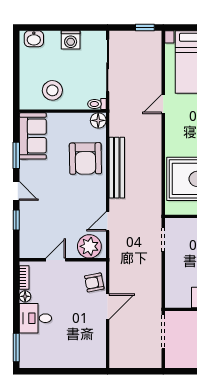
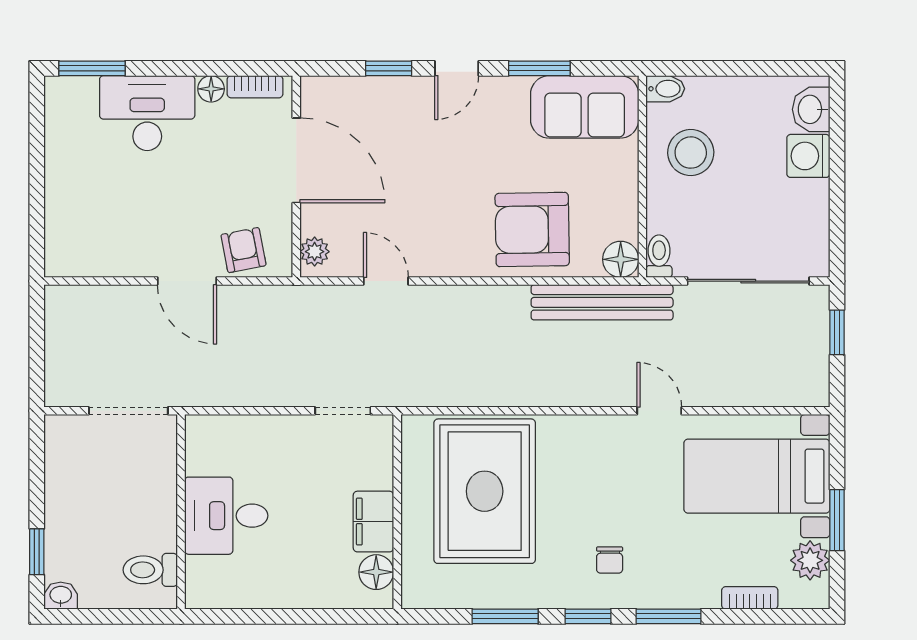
window: (145, 28) -> (837, 332), moved
washing machine: (71, 40) -> (808, 156), moved
bidet: (25, 101) -> (665, 89), added
bench: (117, 168) -> (602, 302), moved
plant: (89, 246) -> (315, 252), width x0.53, depth x0.53
door: (56, 260) -> (296, 160), width x1.88
desk: (35, 318) -> (147, 113), width x1.37

